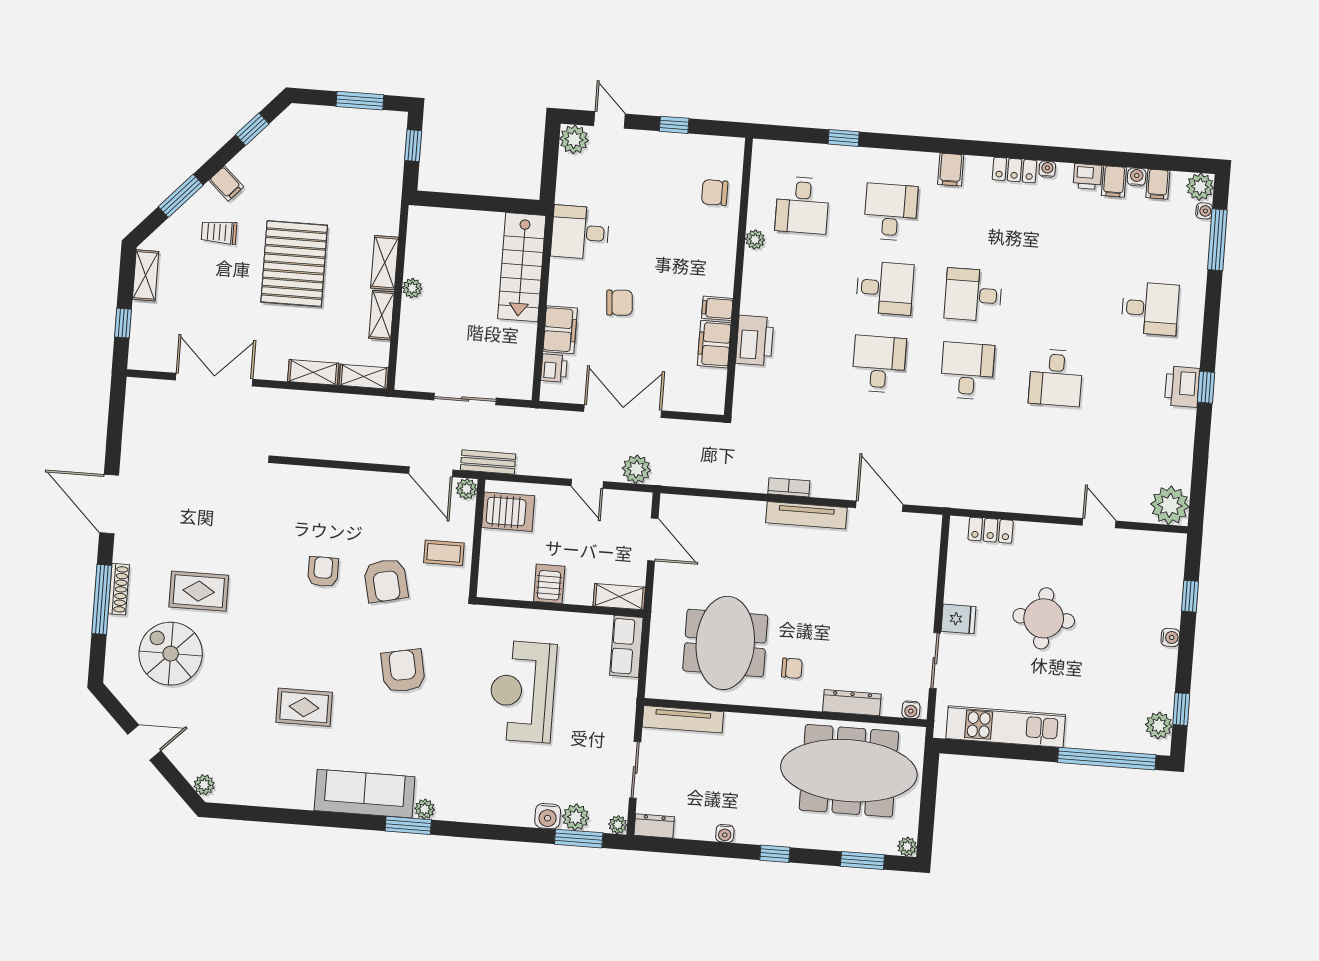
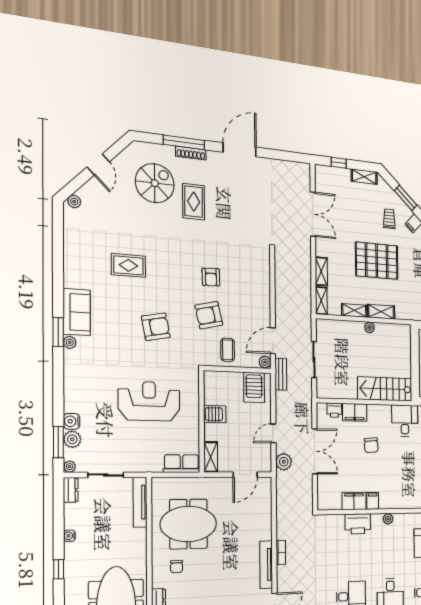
plant: (755, 239) -> (388, 519), moved
armchair: (323, 572) -> (211, 277), turned 88
rug: (304, 707) -> (128, 265), turned 90
sofa: (365, 794) -> (77, 312), width x0.73

